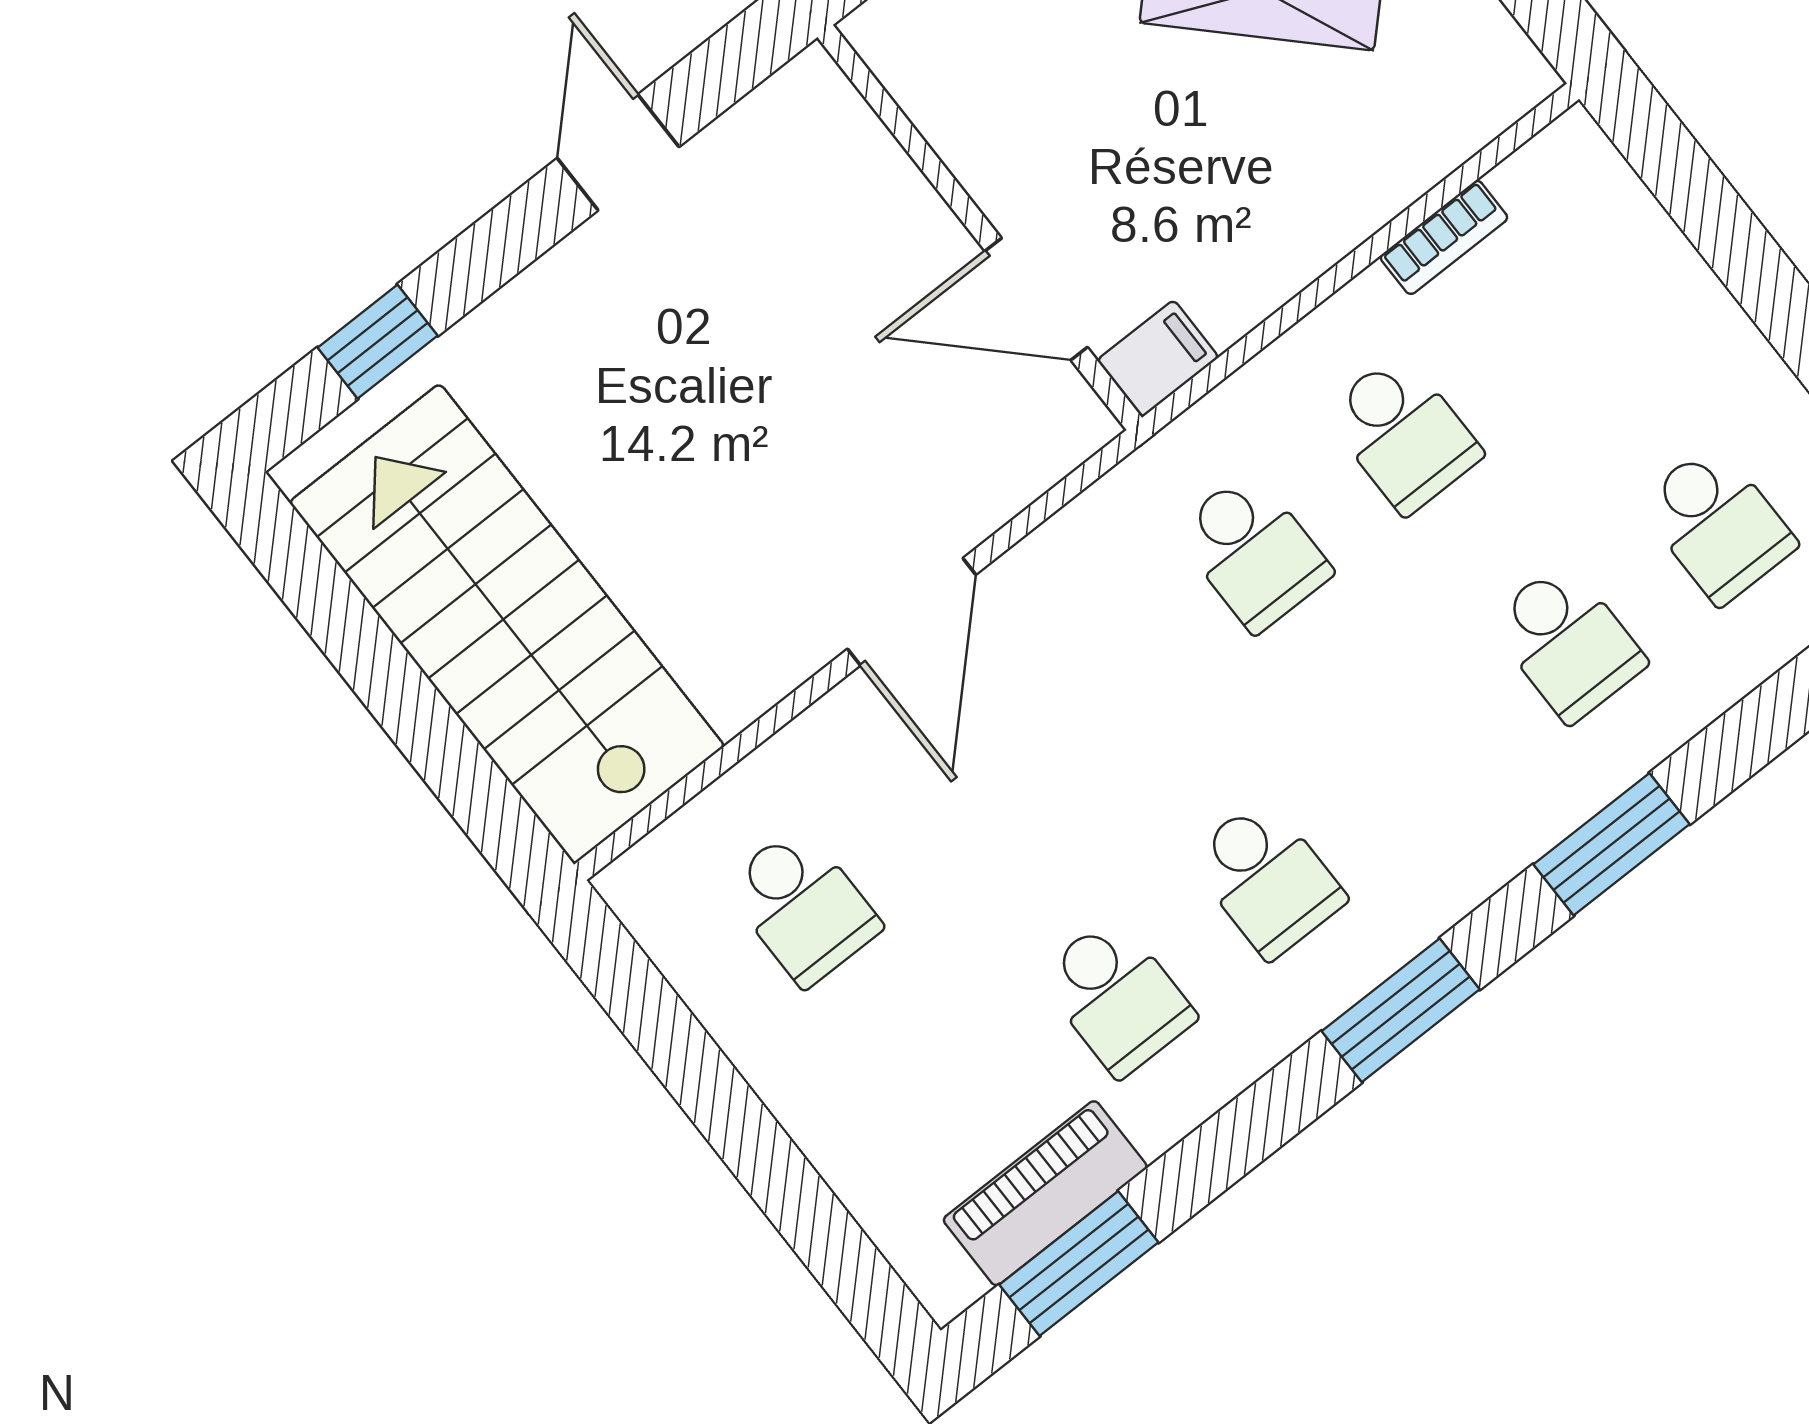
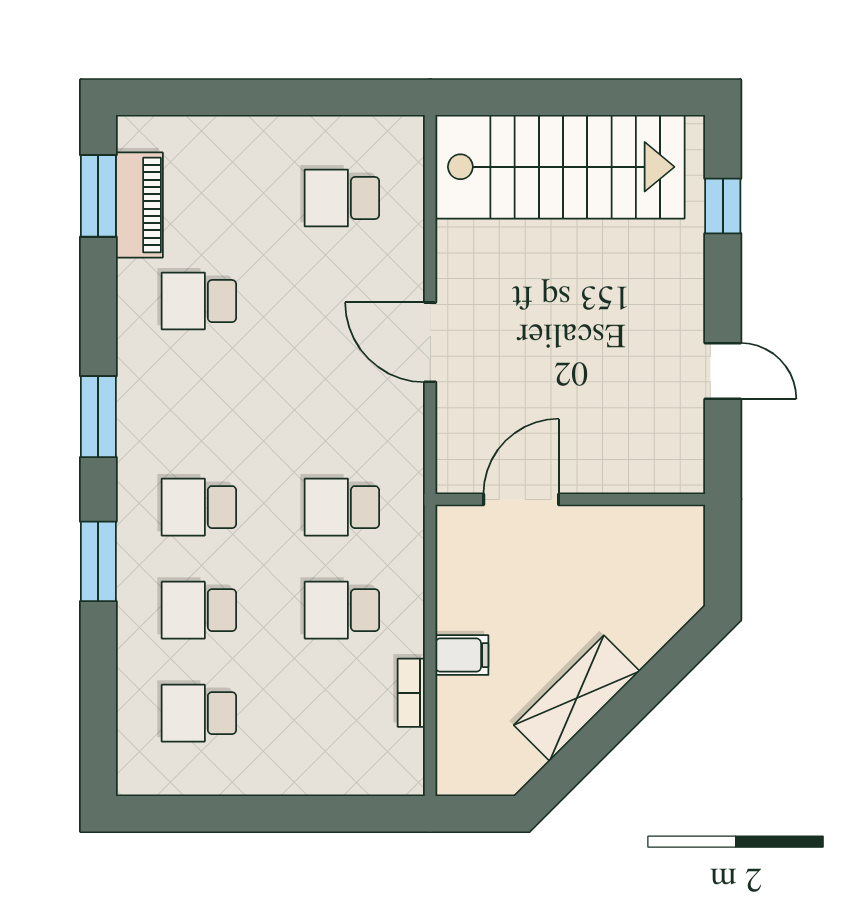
filing cabinet: (1158, 359) -> (462, 655), moved, turned -90
school desk: (1267, 878) -> (199, 507), moved

